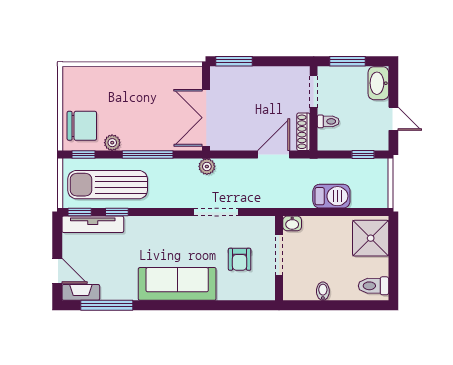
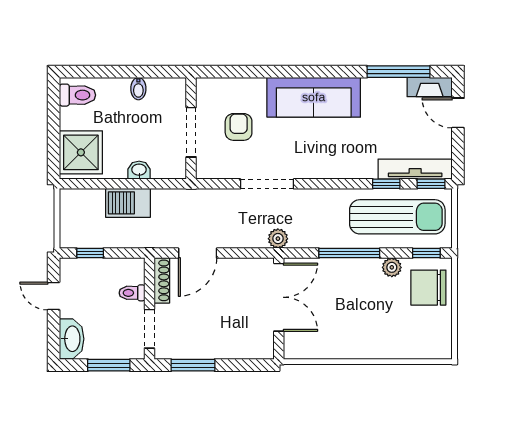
window: (234, 61) -> (193, 365), moved
washbasin: (292, 223) -> (139, 170), moved

